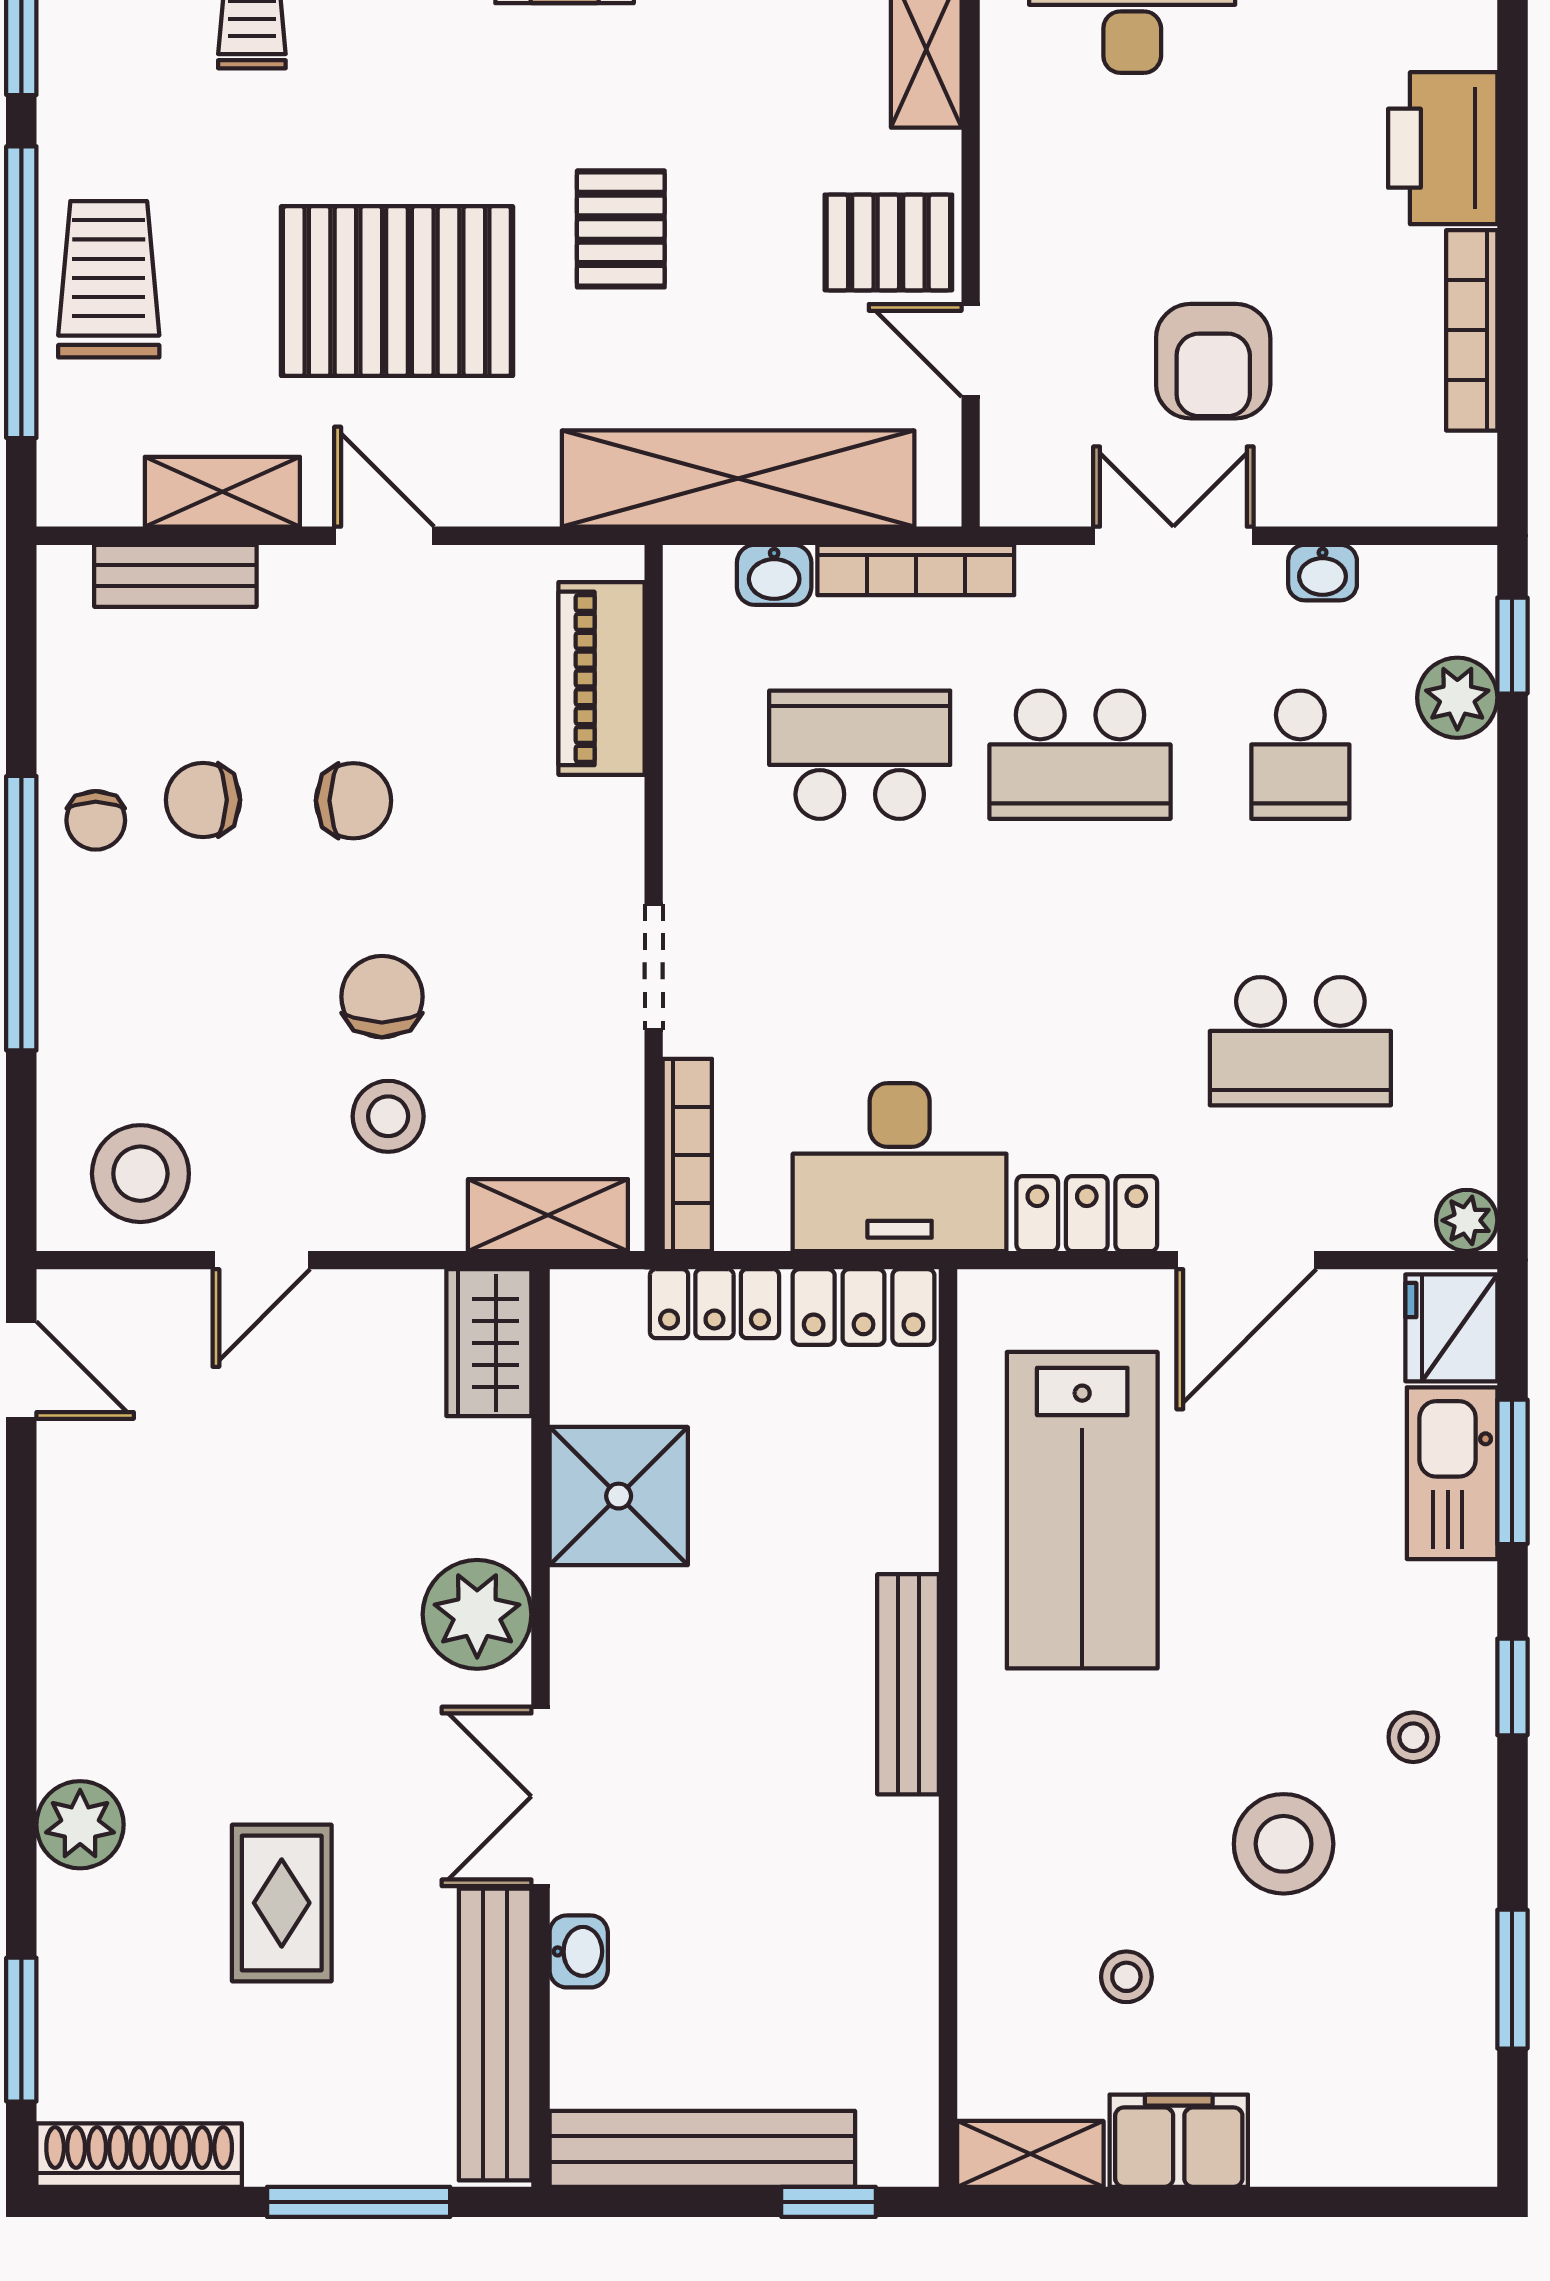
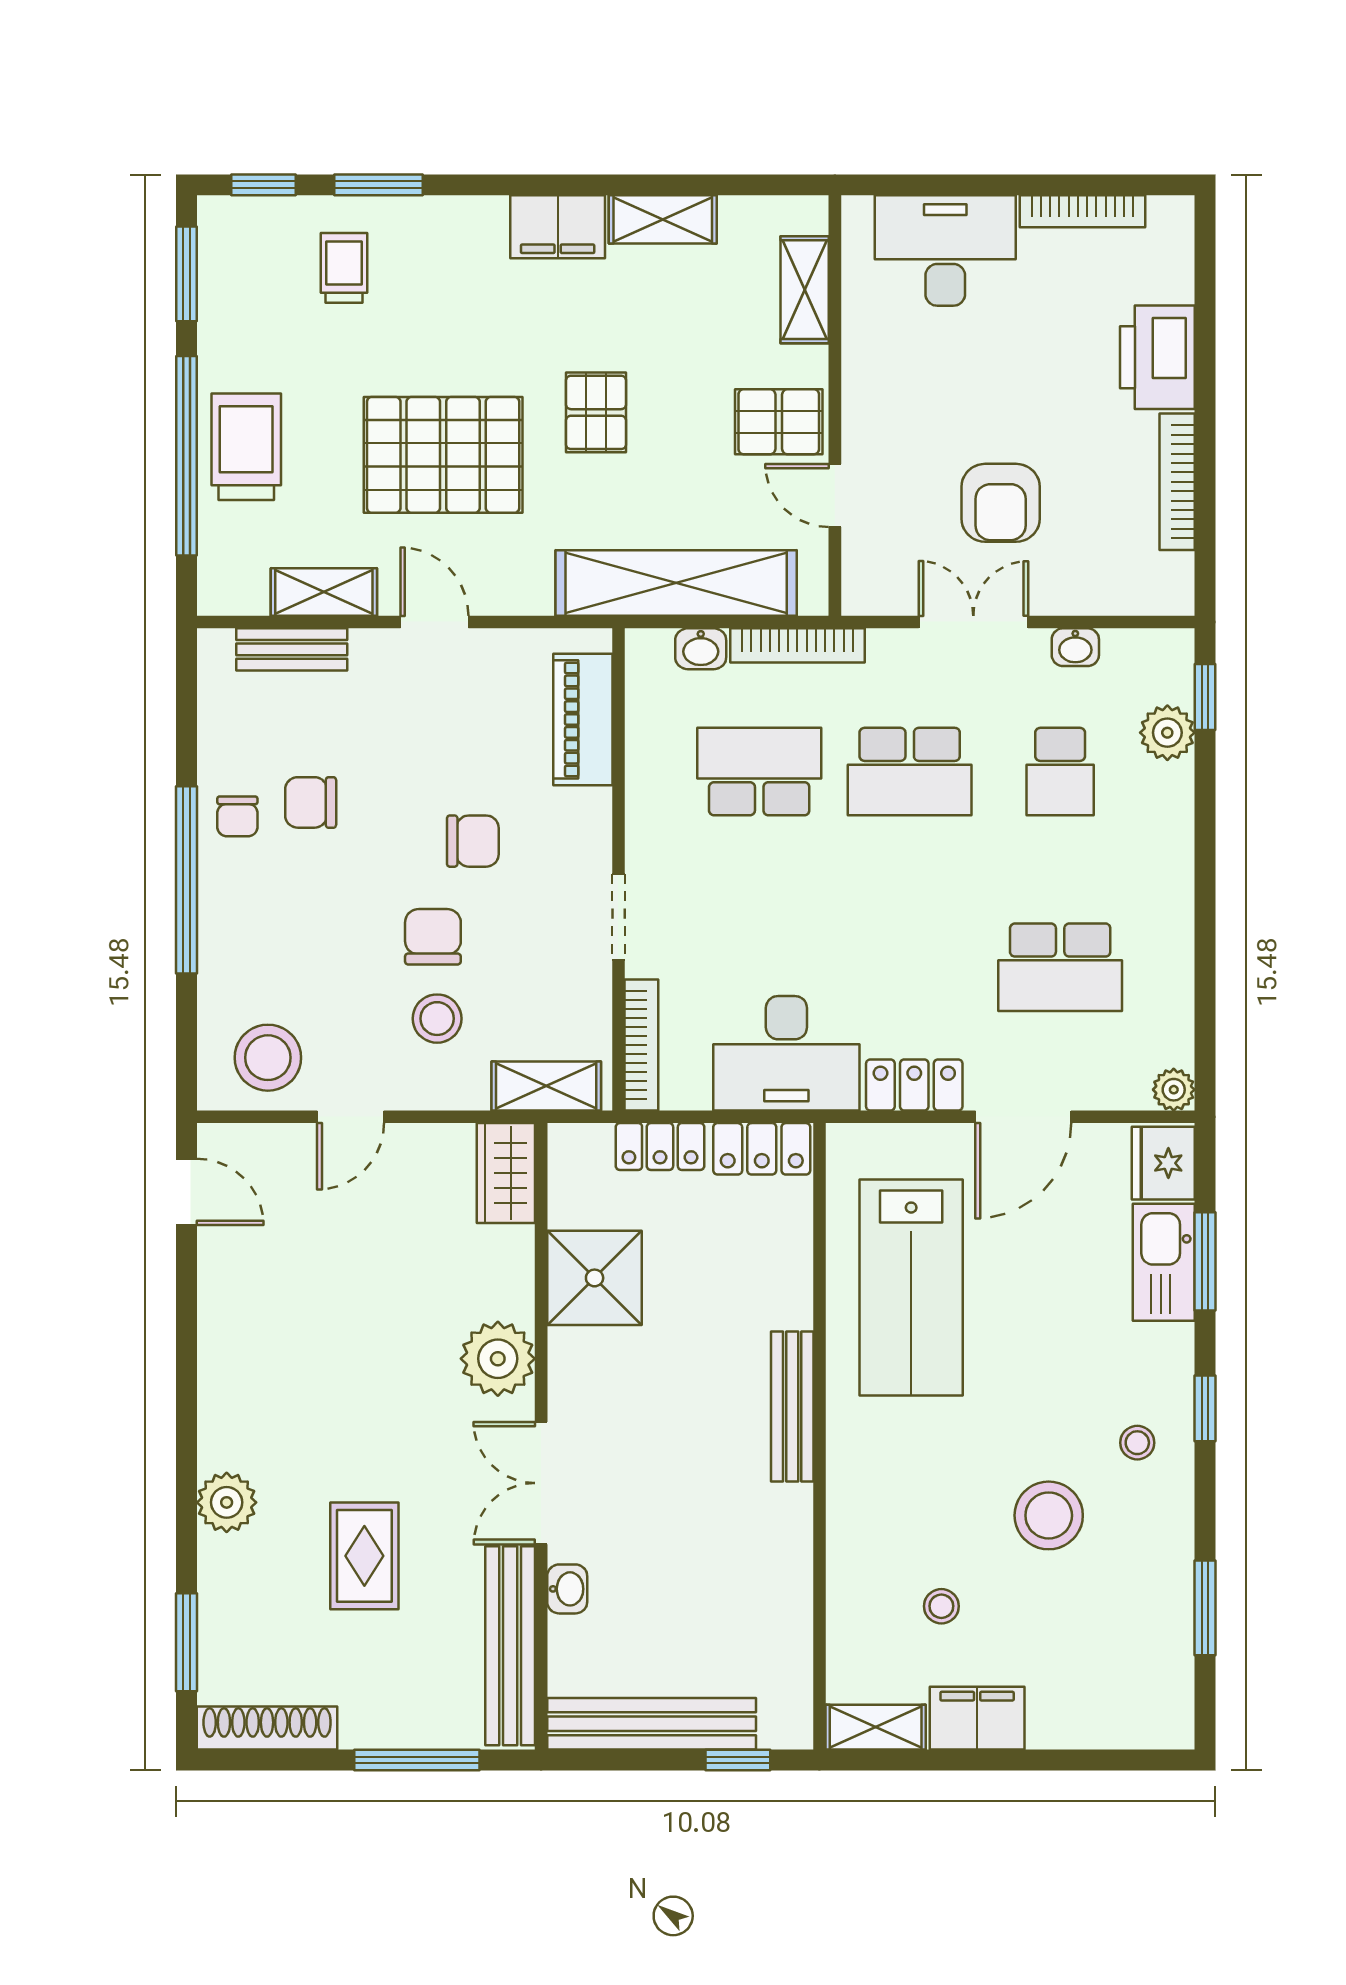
chair: (353, 801) -> (473, 841), moved

